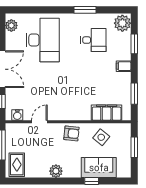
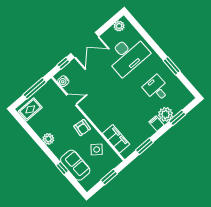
plant: (122, 23) -> (166, 114), moved
desk: (93, 40) -> (156, 89), turned 180

